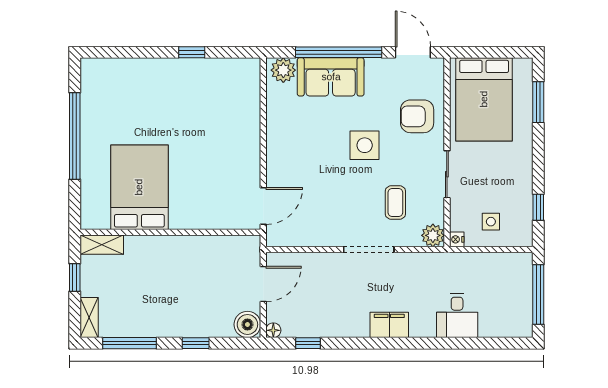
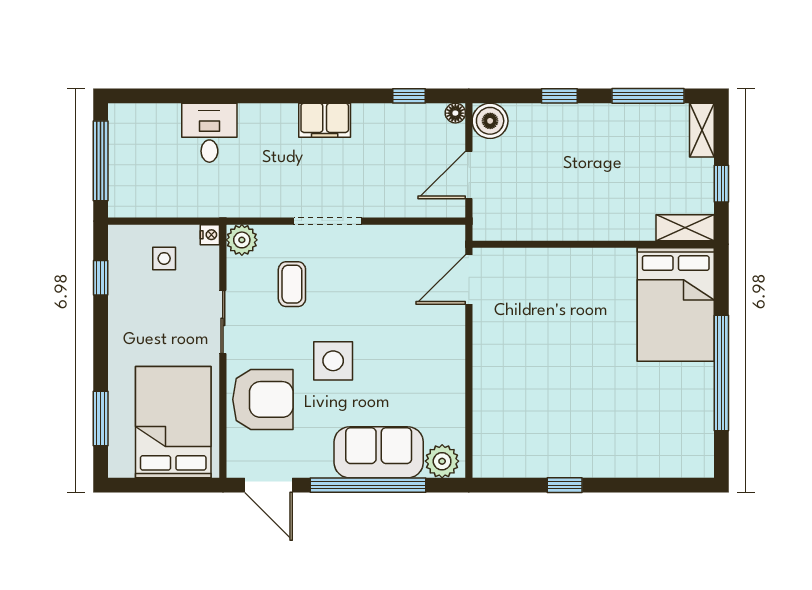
armchair: (417, 116) -> (263, 399), width x1.36, depth x1.36
bed: (139, 187) -> (676, 305), moved
filing cabinet: (389, 325) -> (325, 120), moved

